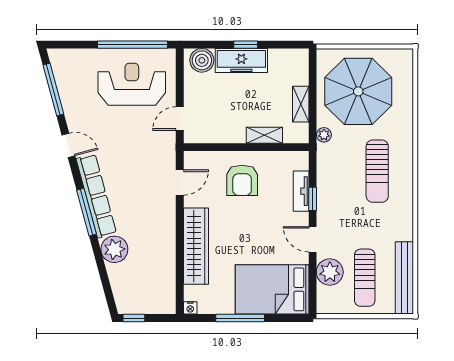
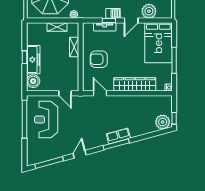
armchair: (242, 180) -> (99, 59), turned 180
row of seats: (96, 196) -> (118, 136), width x0.50
barbecue: (326, 206) -> (113, 13), added
plant: (114, 249) -> (163, 122), moved

